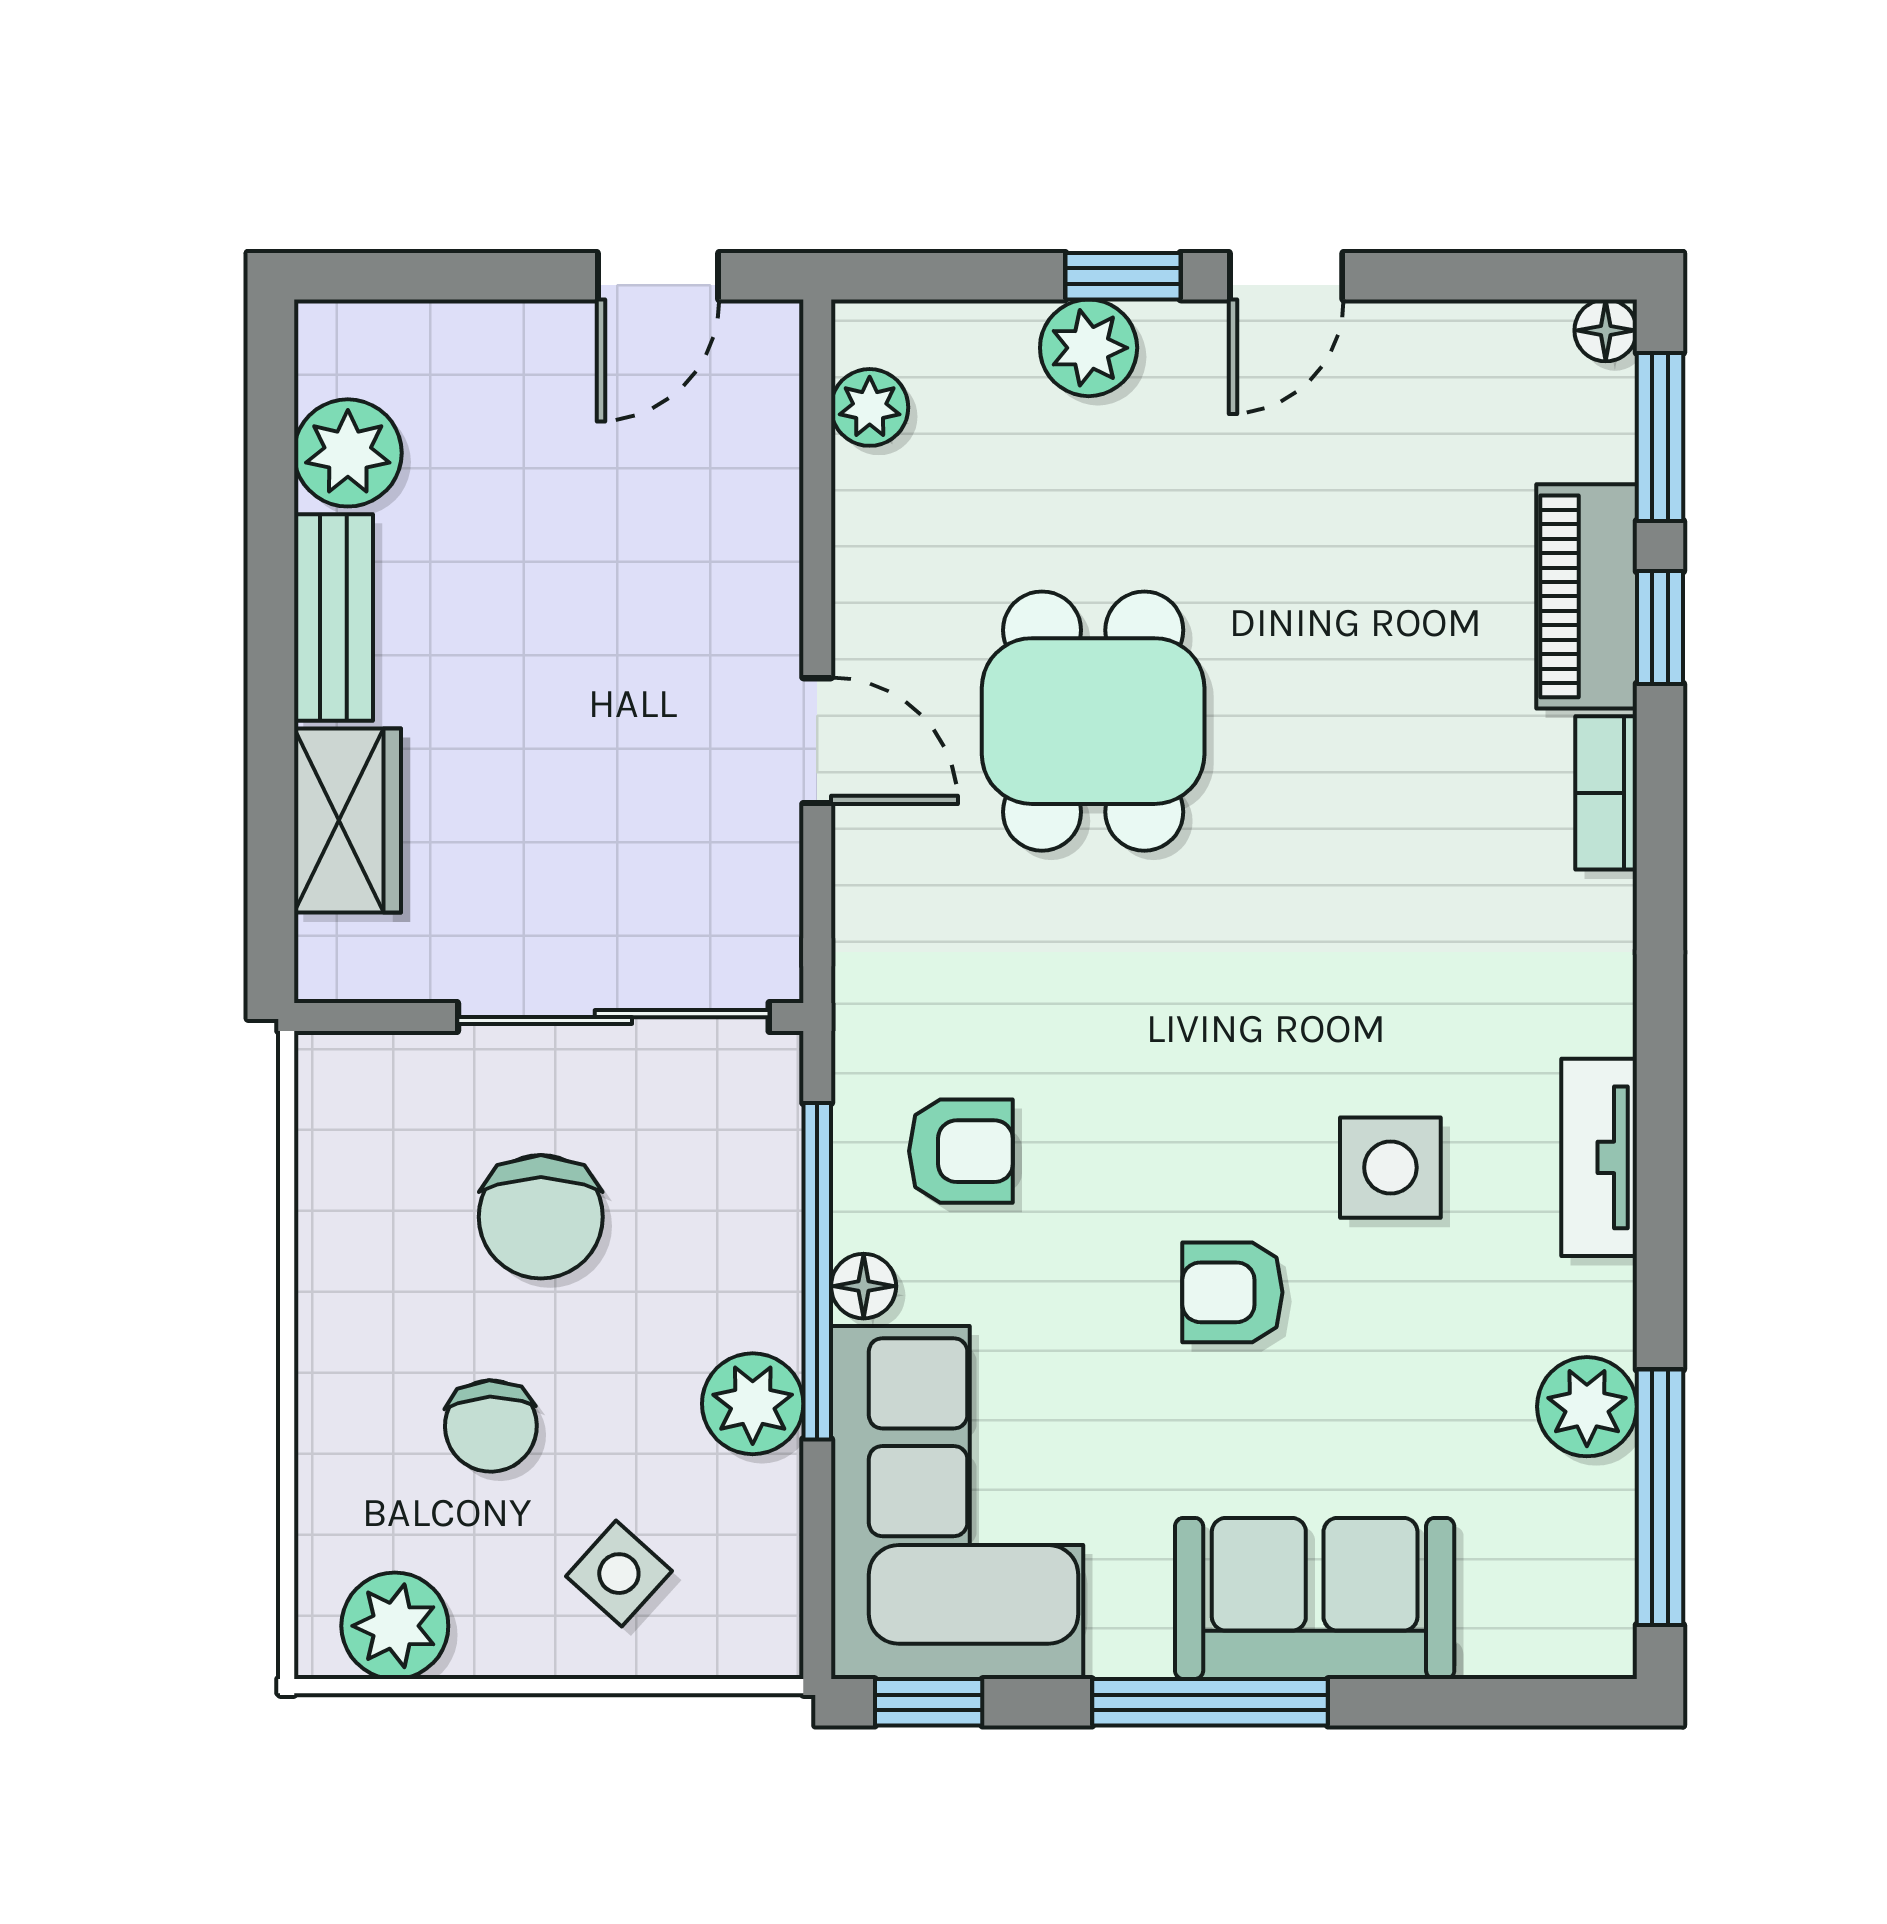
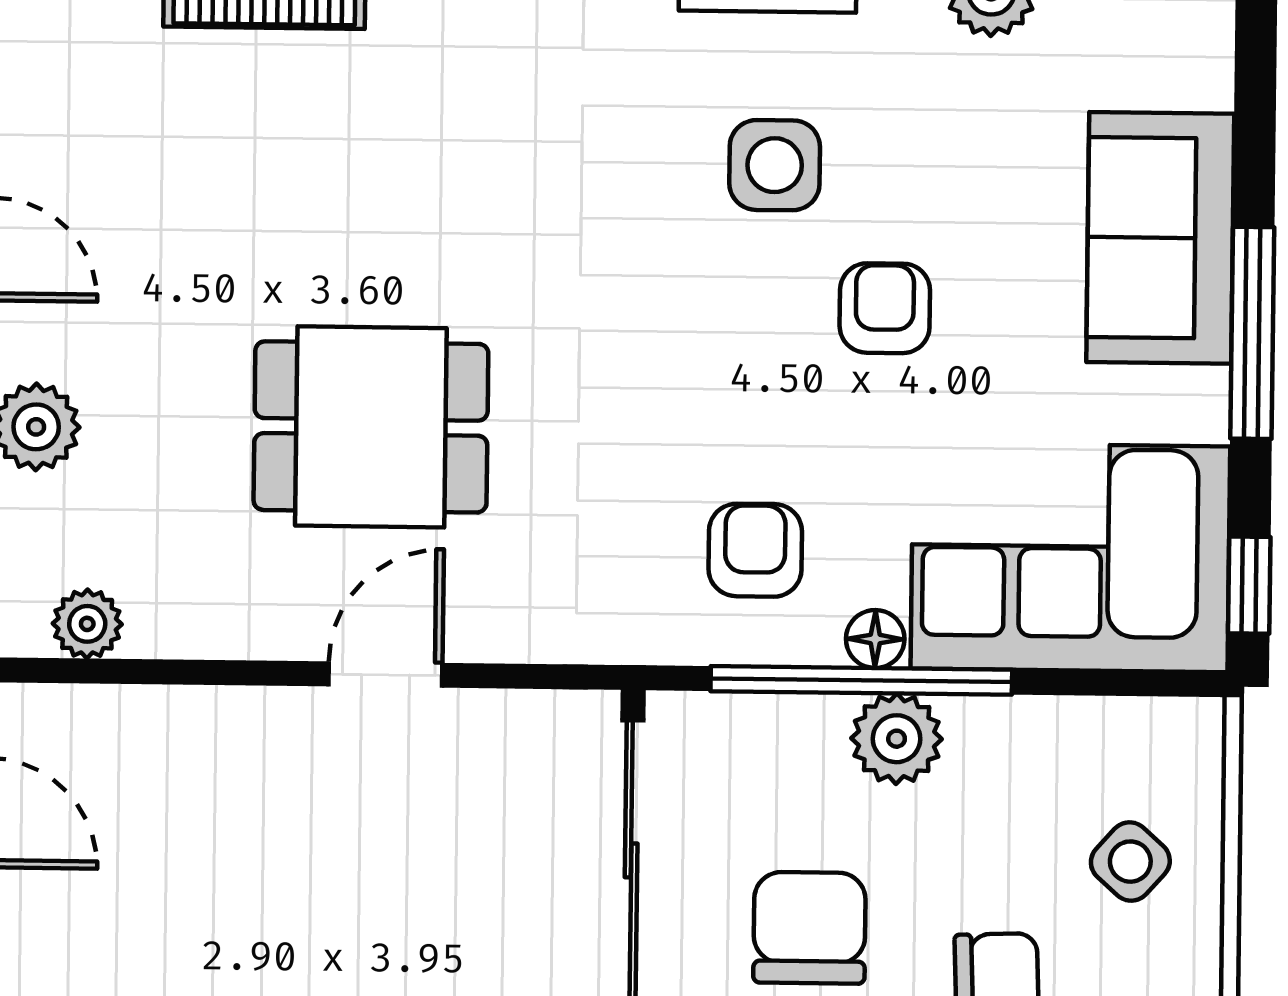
chair: (541, 1217) -> (810, 928), turned -90
armchair: (1232, 1292) -> (885, 308), turned 180
plant: (753, 1404) -> (897, 739), moved

